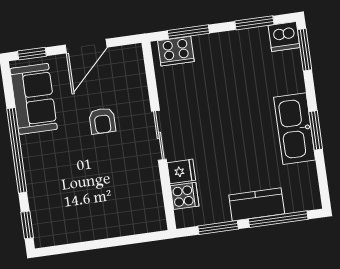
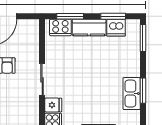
dishwasher: (284, 36) -> (116, 28), moved
kitchen counter: (220, 45) -> (89, 27), added
kitchen sink: (295, 129) -> (132, 94), width x0.73, depth x0.81

